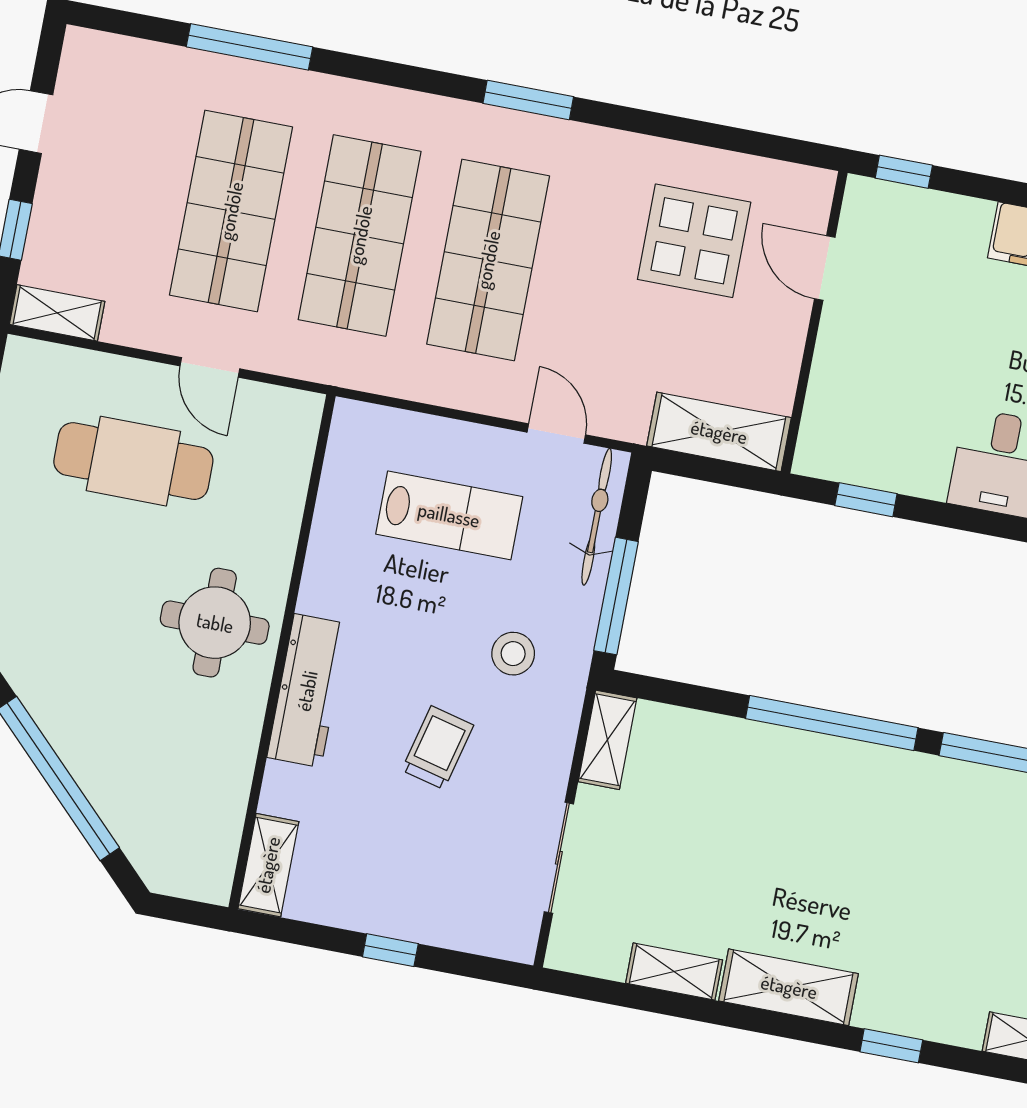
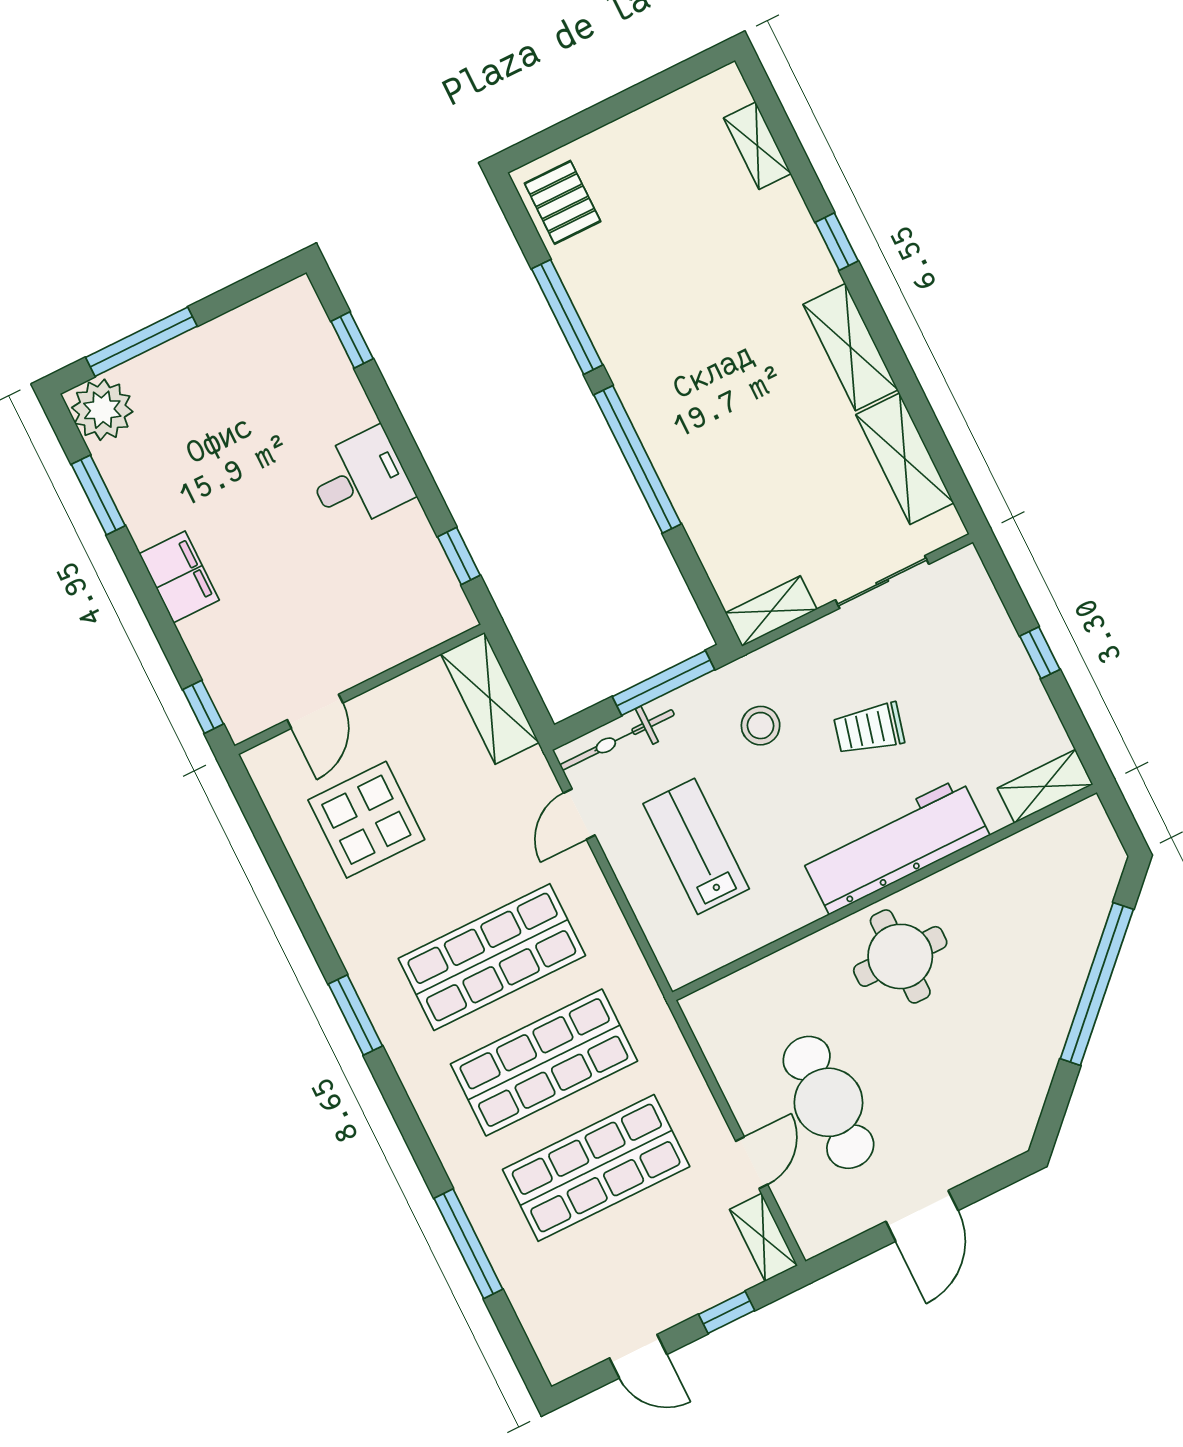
door: (210, 367) -> (752, 1163), moved
workbench: (307, 691) -> (895, 846), width x1.36, depth x1.32
shelving: (674, 972) -> (905, 459), width x1.50, depth x1.33

